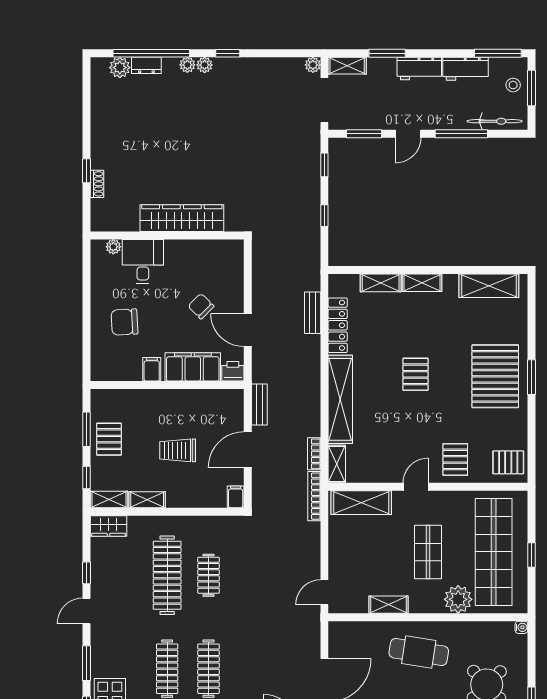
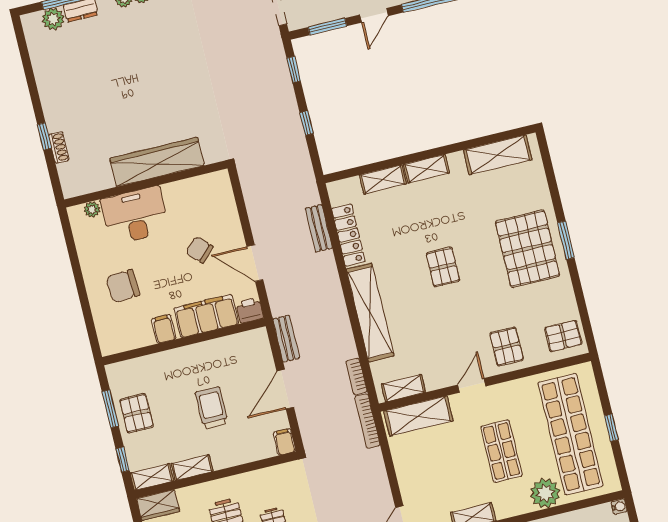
desk: (143, 261) -> (135, 216), width x1.37
trolley: (178, 450) -> (212, 408), turned 90
shelving: (337, 464) -> (403, 388), moved, turned 90

